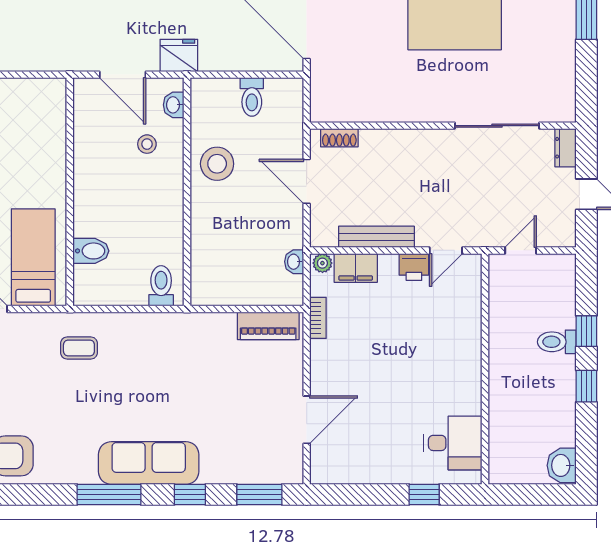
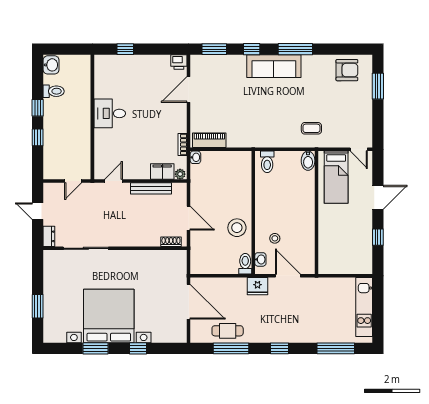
toilet: (252, 97) -> (245, 264), moved
bidet: (91, 251) -> (308, 161), moved, turned -90
washbasin: (294, 262) -> (195, 157), moved
printer: (414, 267) -> (179, 62), moved, turned 180
toilet: (557, 342) -> (54, 91), moved
desk: (453, 443) -> (110, 113), moved

